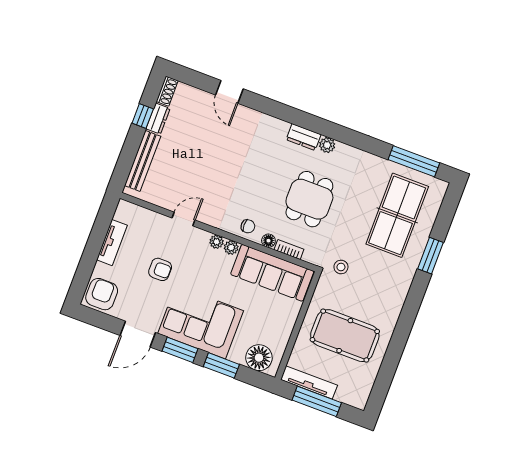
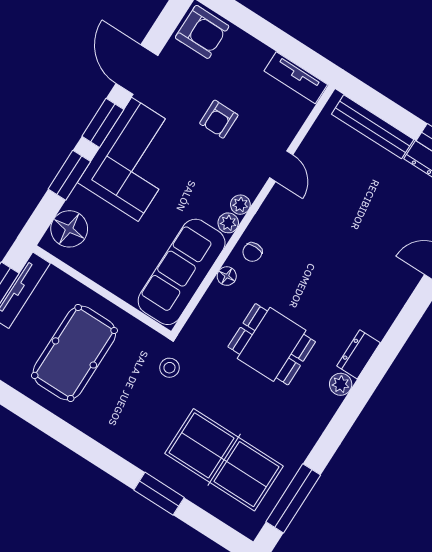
tv unit: (112, 243) -> (296, 78), moved
bookcase: (289, 250) -> (209, 301), removed

